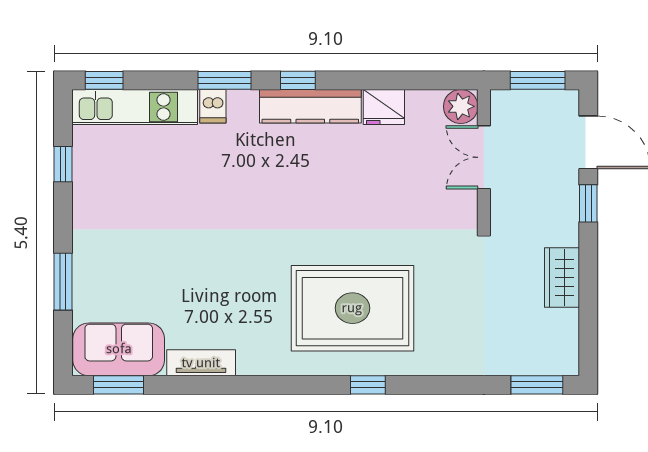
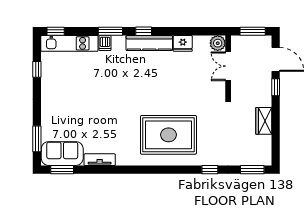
window: (63, 282) -> (37, 139), moved
window: (368, 385) -> (210, 170), moved

